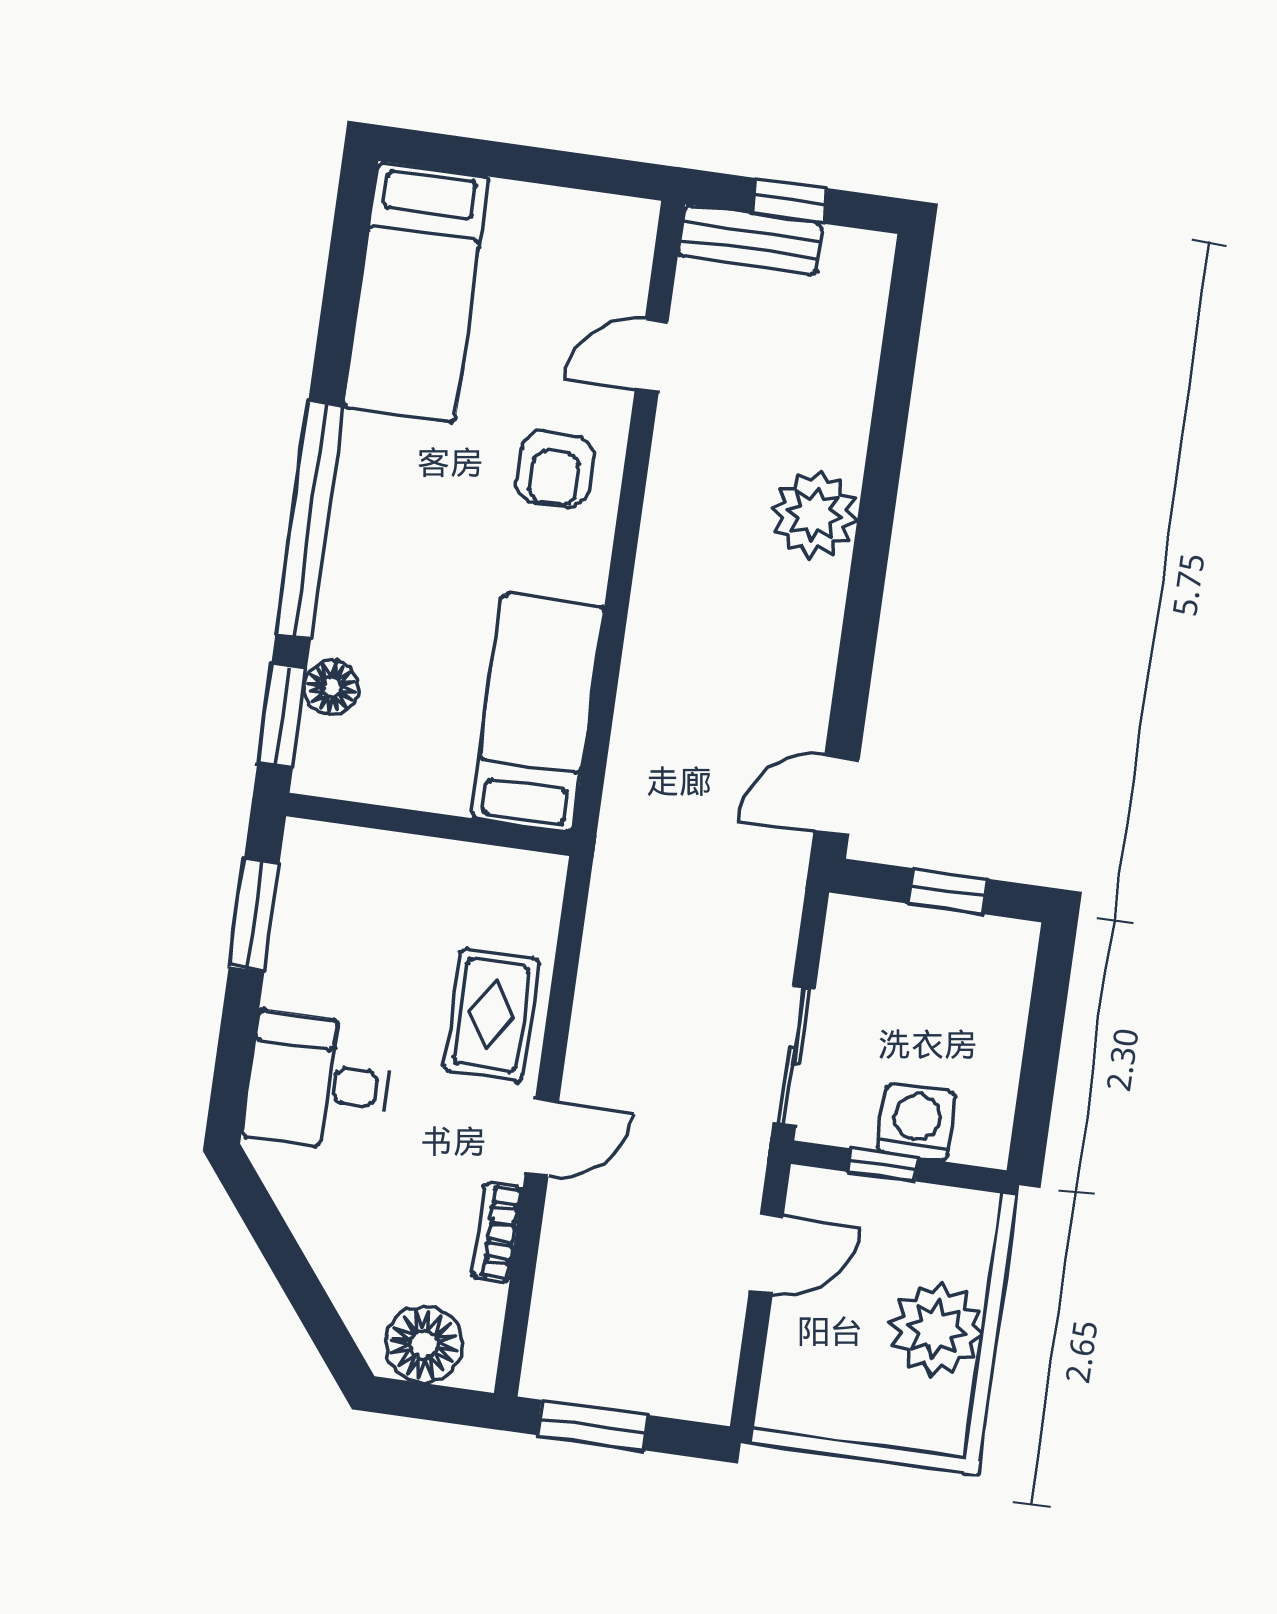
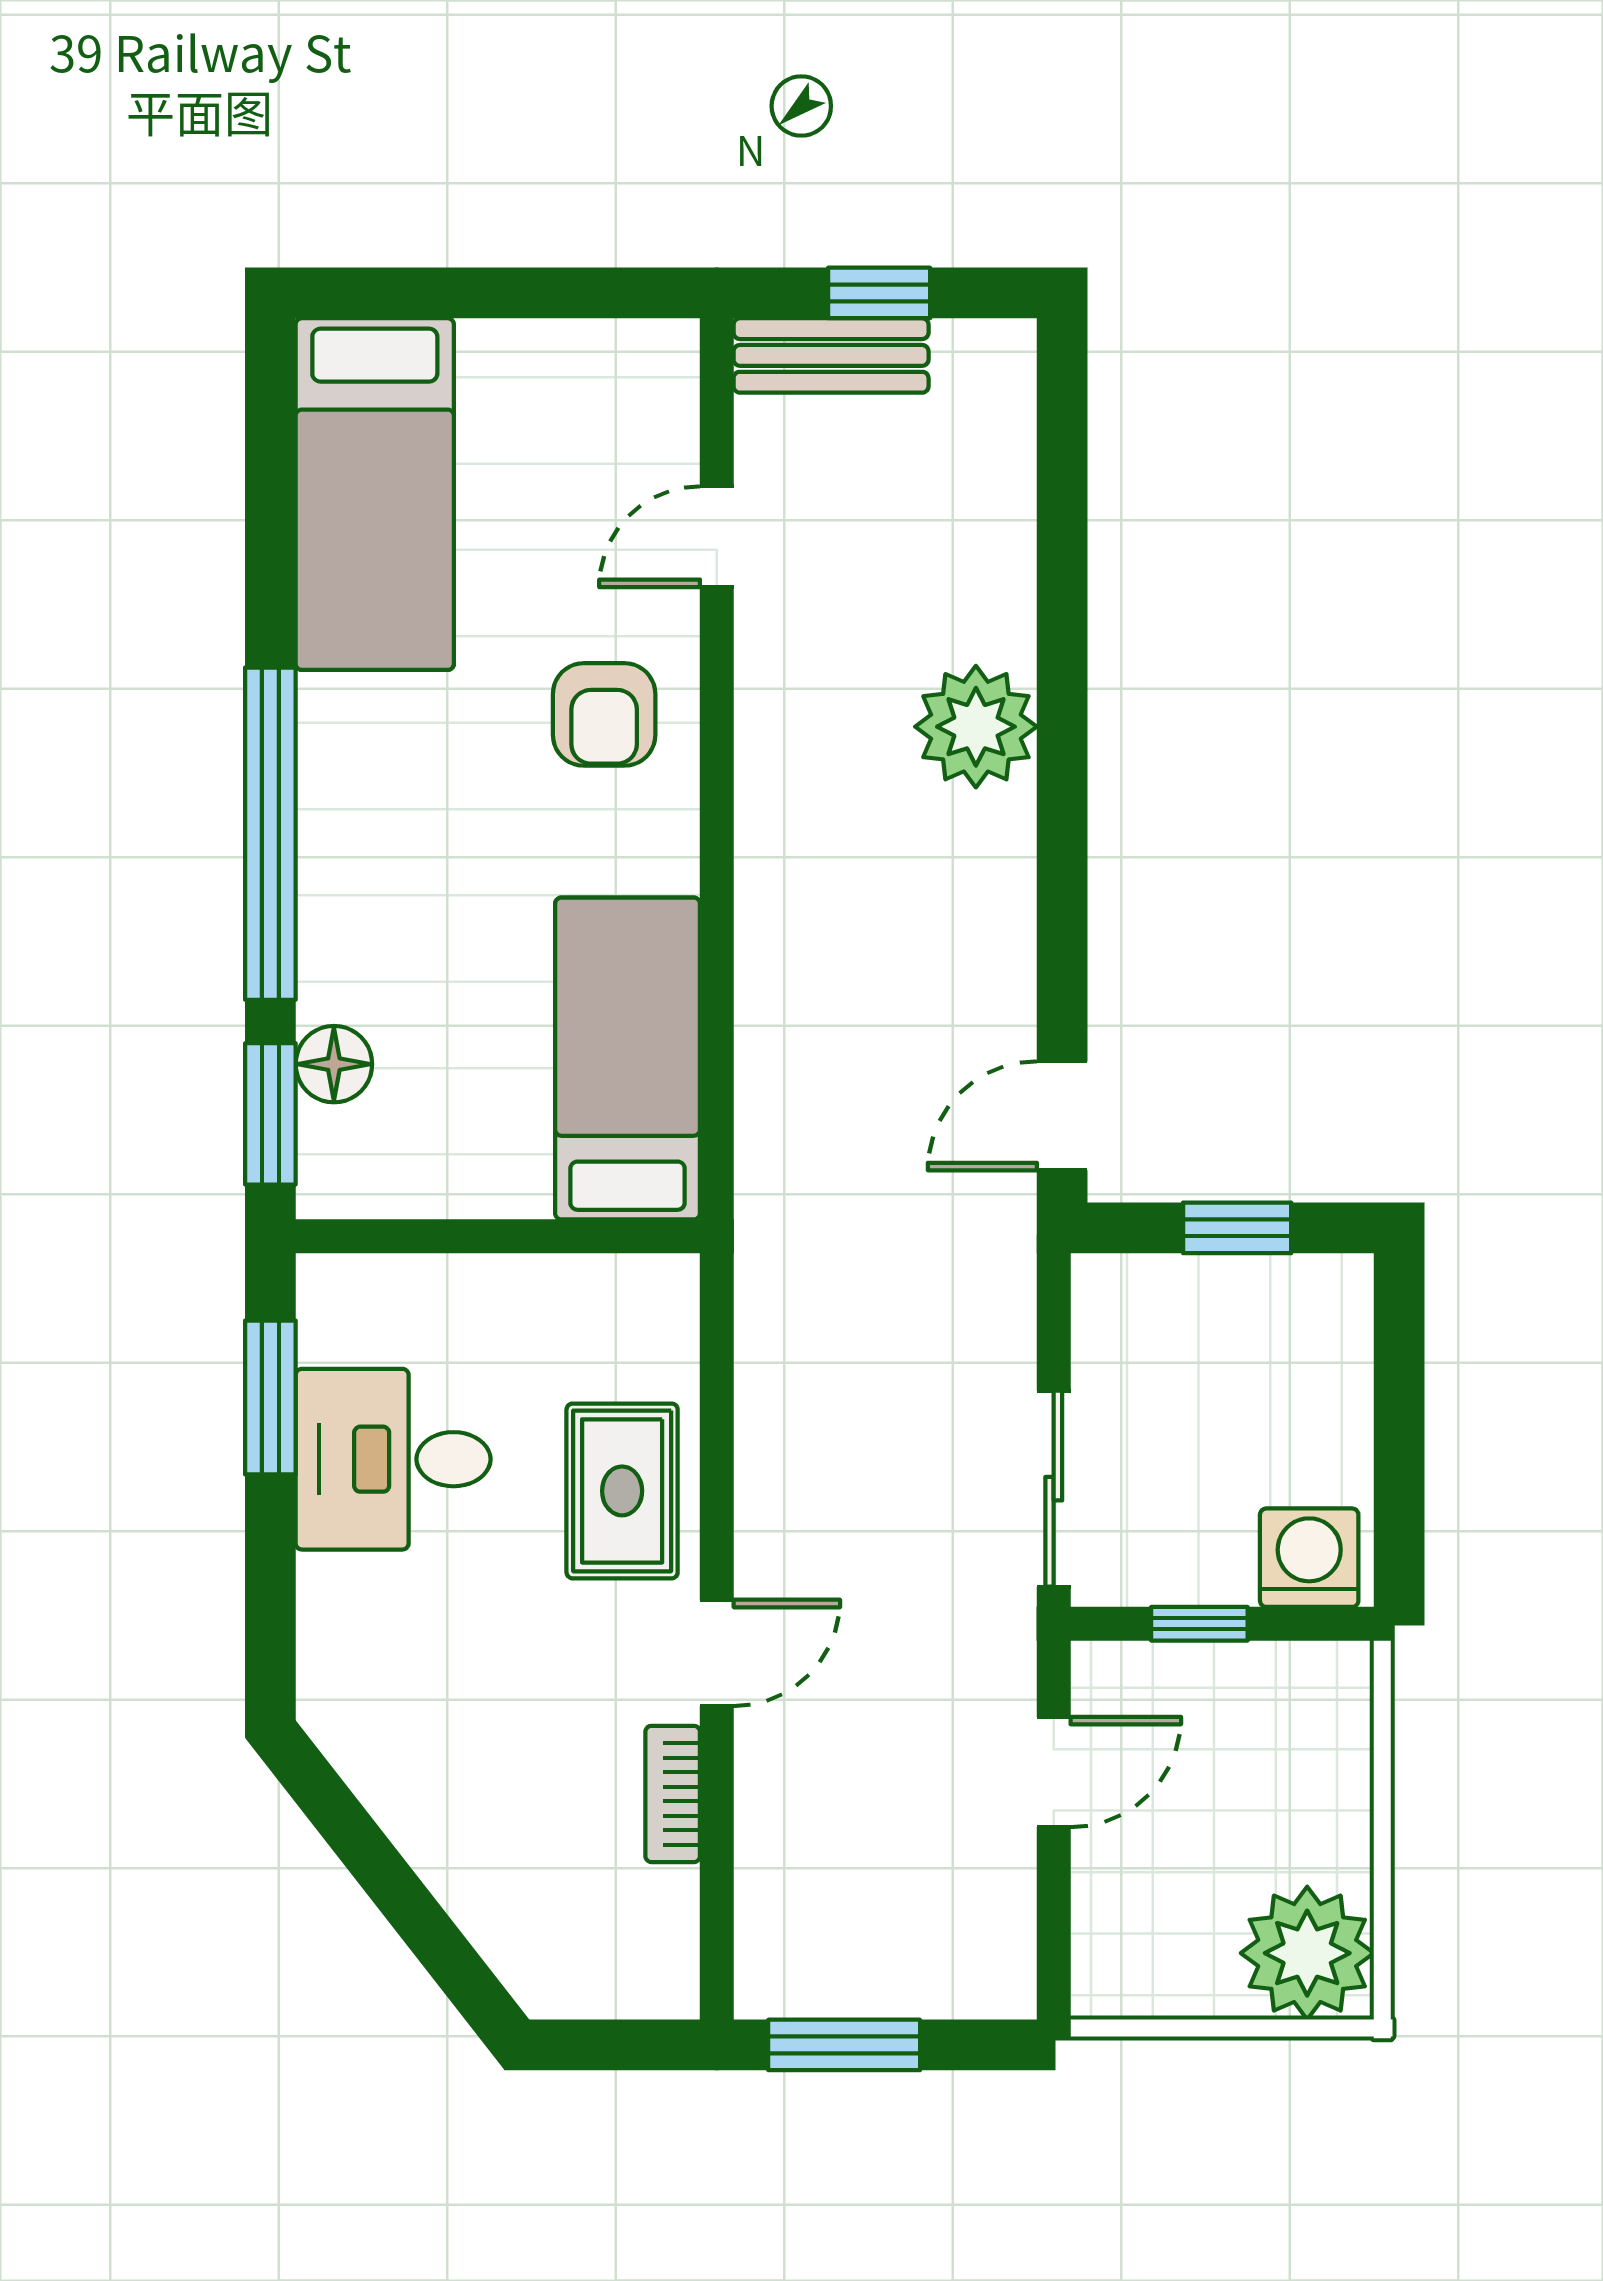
desk: (318, 1082) -> (393, 1459), moved
washing machine: (917, 1122) -> (1309, 1558), moved
plant: (937, 1329) -> (1307, 1953), moved
floor lamp: (424, 1344) -> (592, 1965), removed

